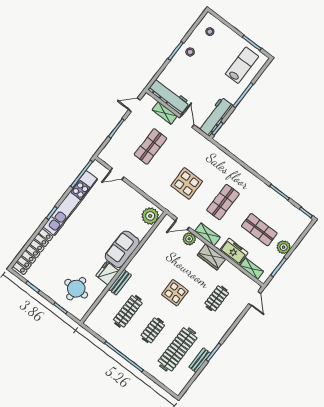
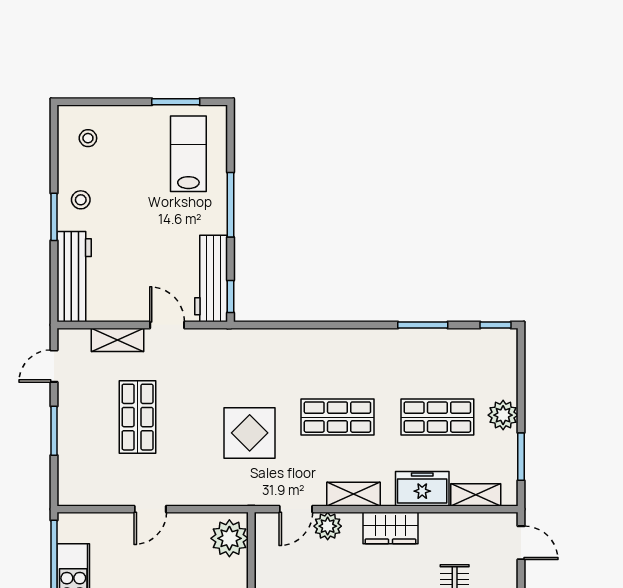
workbench: (169, 96) -> (74, 277), moved, turned 90
door: (117, 174) -> (150, 509), moved
shop shelf: (223, 202) -> (337, 417), turned 90

